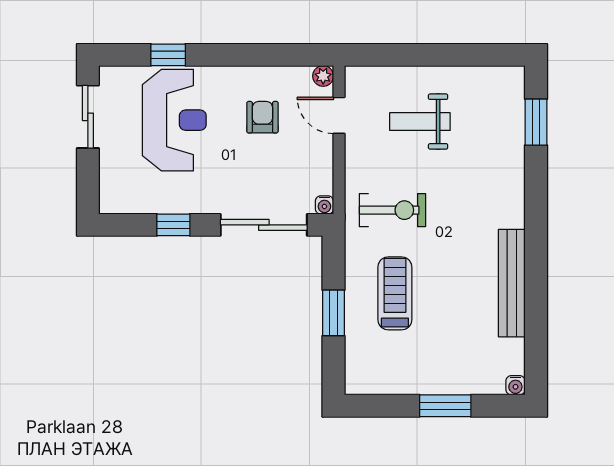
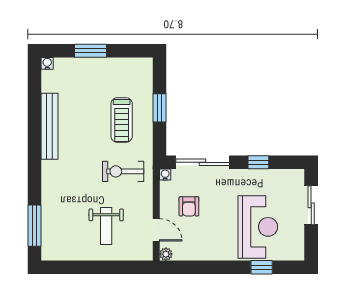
sliding door: (88, 117) -> (311, 205), moved
armchair: (262, 117) -> (189, 206), moved
reception desk: (174, 120) -> (258, 227), turned 180
weight bench: (420, 122) -> (106, 226), turned 90
window: (536, 122) -> (35, 226), width x1.44

